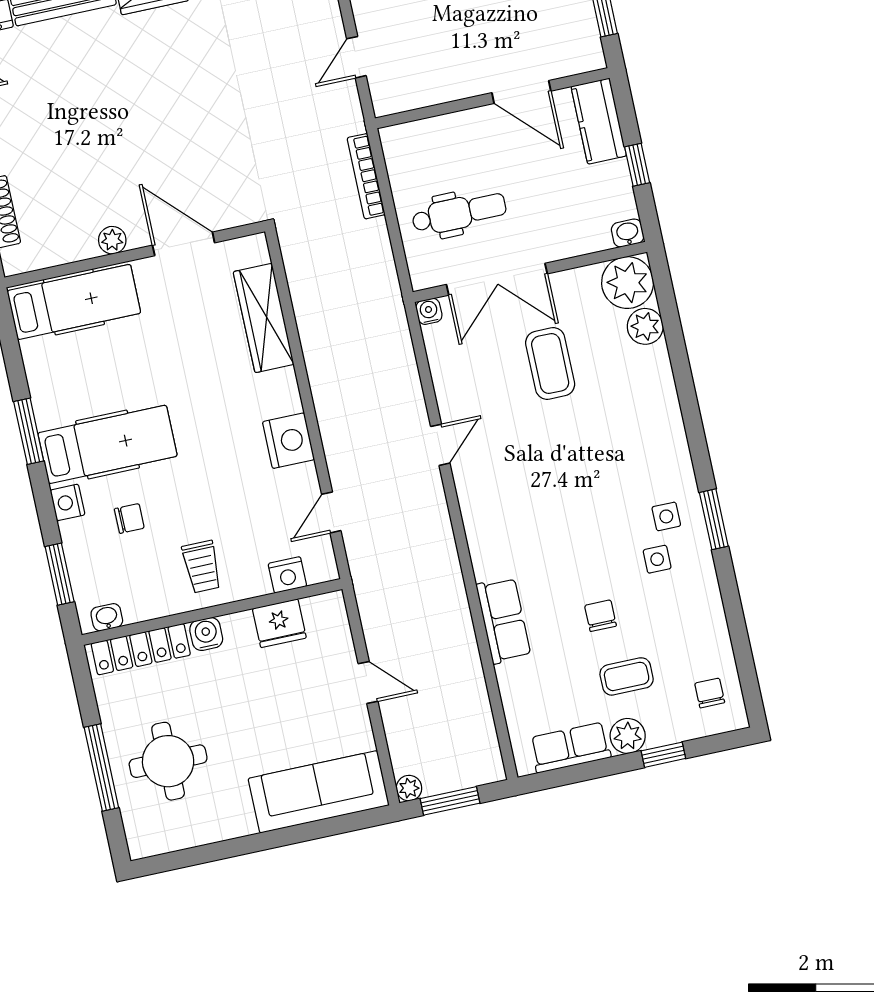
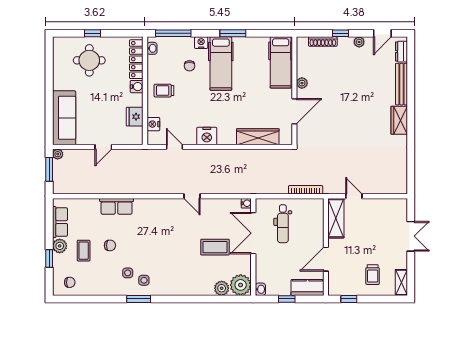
shelving: (418, 89) -> (336, 218), added
window: (60, 574) -> (173, 33), width x1.44
window: (101, 767) -> (92, 33), width x0.46

